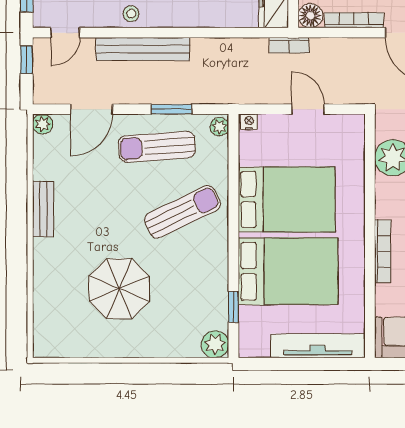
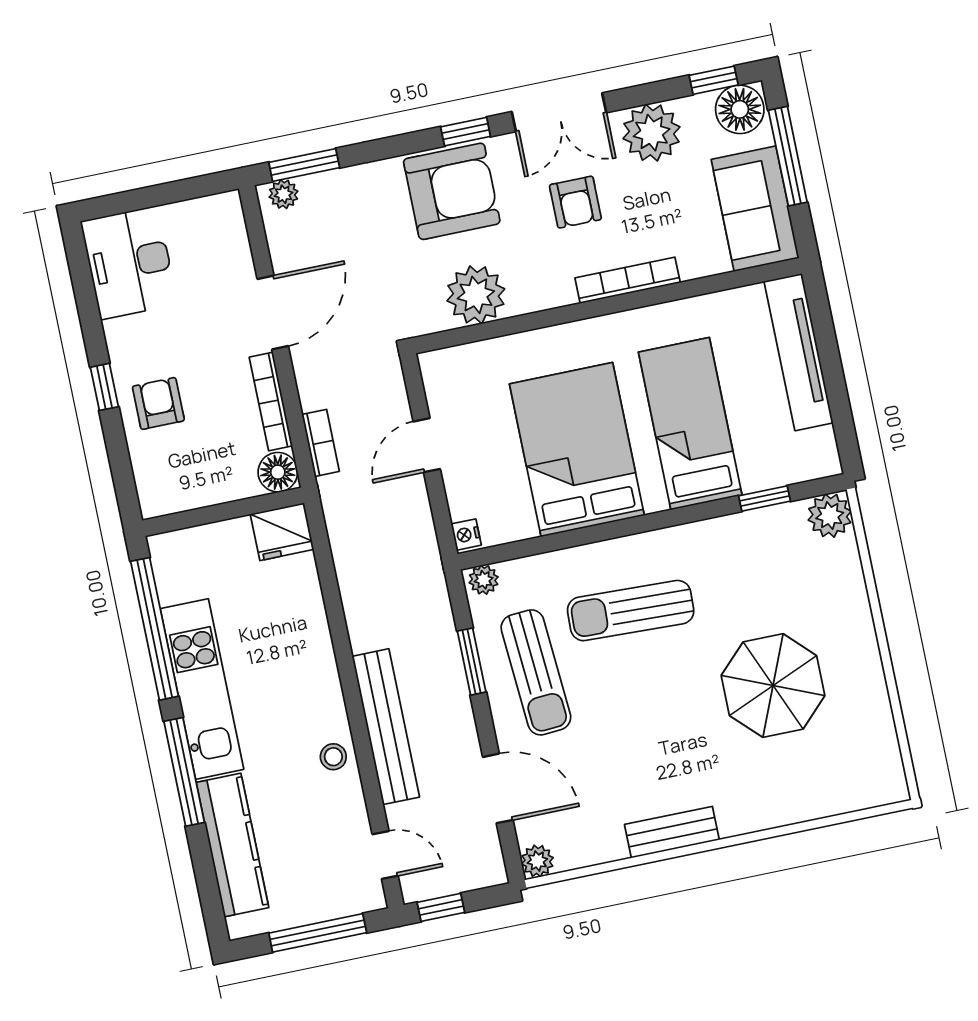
bookcase: (289, 45) -> (321, 443), moved
sun lounger: (182, 212) -> (631, 611), turned -62
bed: (288, 271) -> (690, 424), width x0.67

